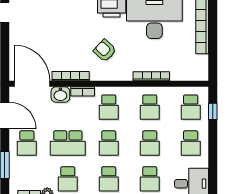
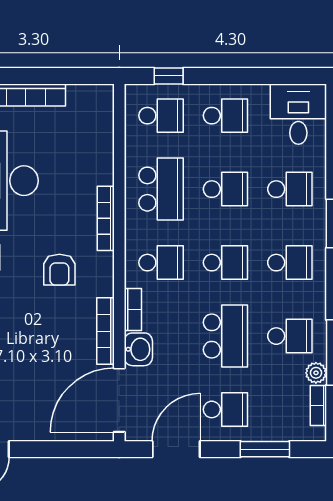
armchair: (105, 50) -> (59, 270), turned -43
bookcase: (151, 76) -> (106, 218), moved
school desk: (150, 107) -> (161, 189), width x1.85

